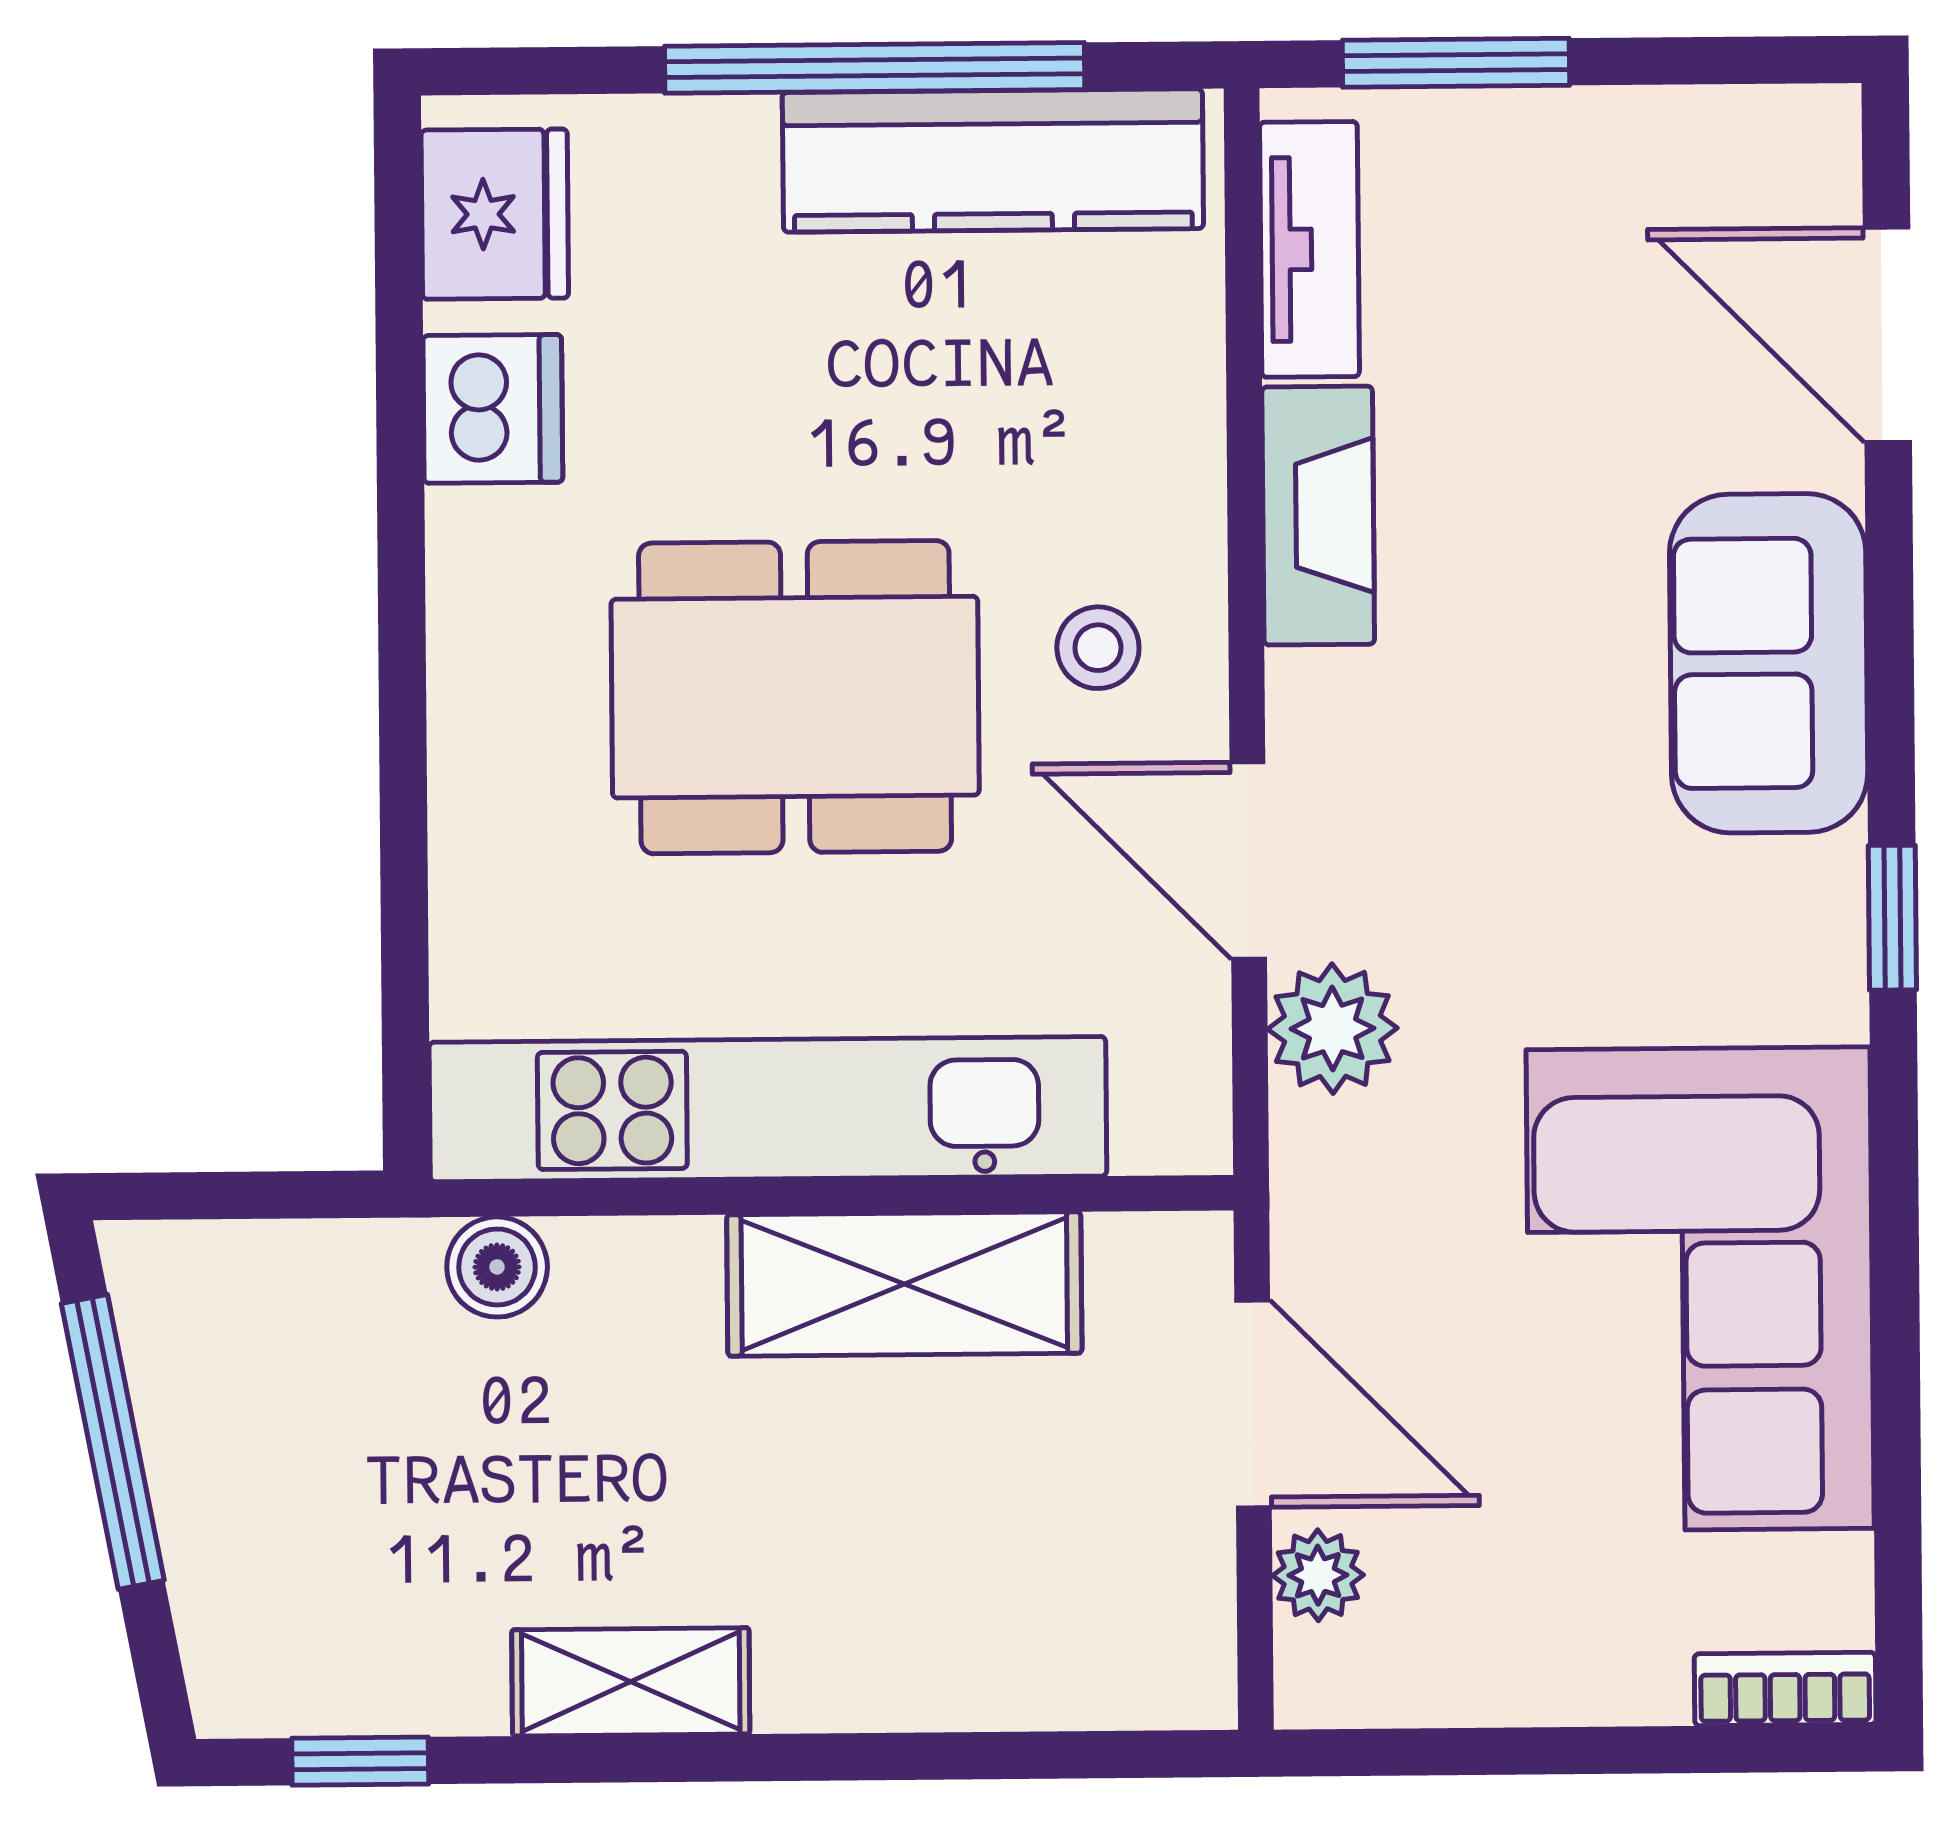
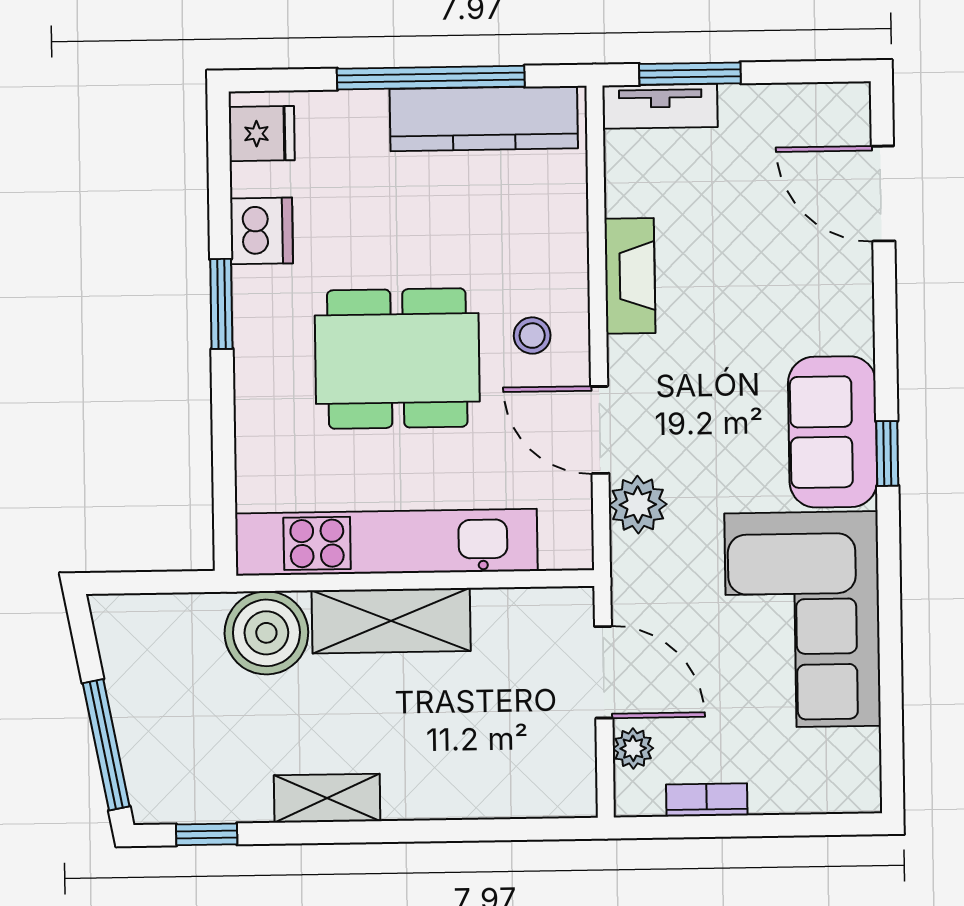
fridge: (495, 214) -> (262, 134), width x0.72
tv unit: (1309, 249) -> (660, 106), moved, turned 90
window: (401, 572) -> (221, 304), added
sofa: (1769, 663) -> (833, 432), moved
boiler: (497, 1267) -> (266, 633), width x1.86, depth x1.86
shelving: (904, 1284) -> (391, 621), moved
window: (113, 1442) -> (106, 745), moved
bookcase: (1785, 1689) -> (707, 800), moved

